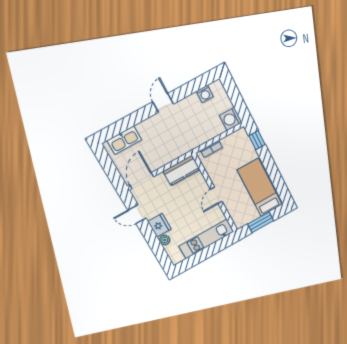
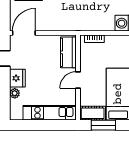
kitchen counter: (181, 170) -> (68, 52), moved, turned 90
cot: (246, 217) -> (93, 113), added

